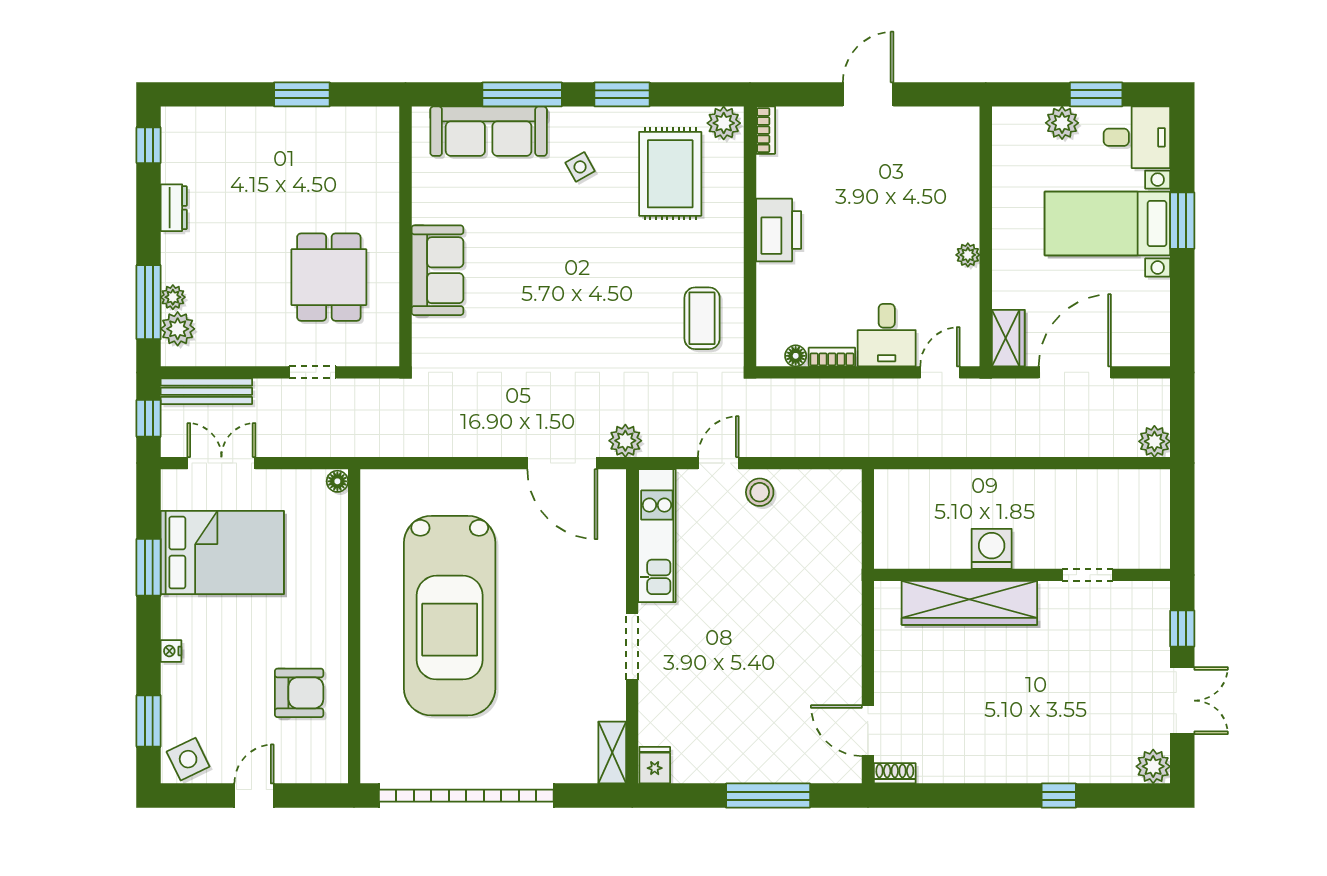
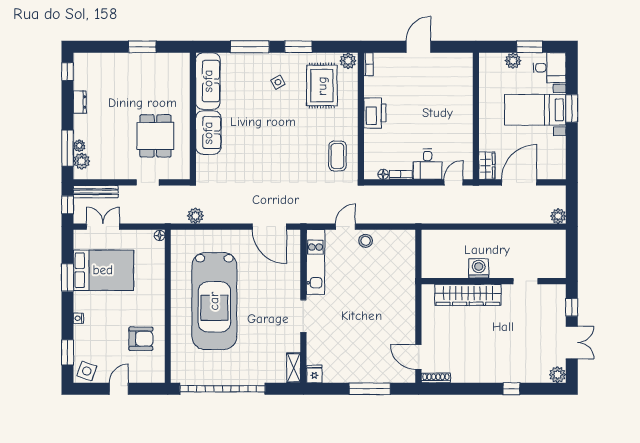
sofa: (489, 131) -> (208, 81), moved, turned -90
plant: (968, 255) -> (467, 125), removed
plant: (625, 441) -> (195, 216), moved
side table: (188, 759) -> (87, 371), turned 45
shoe rack: (895, 773) -> (436, 378), width x1.43

